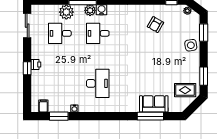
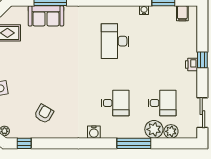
plant: (90, 10) -> (171, 131), moved
water cooler: (102, 10) -> (94, 132), moved

